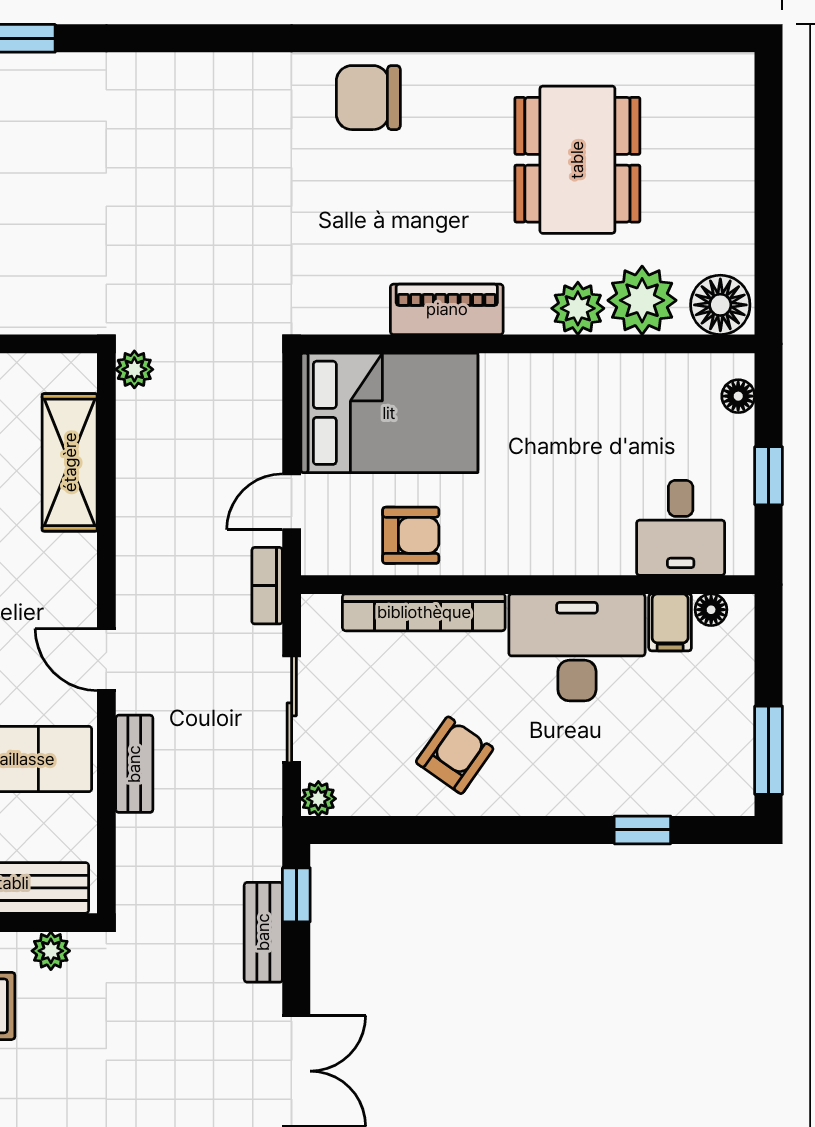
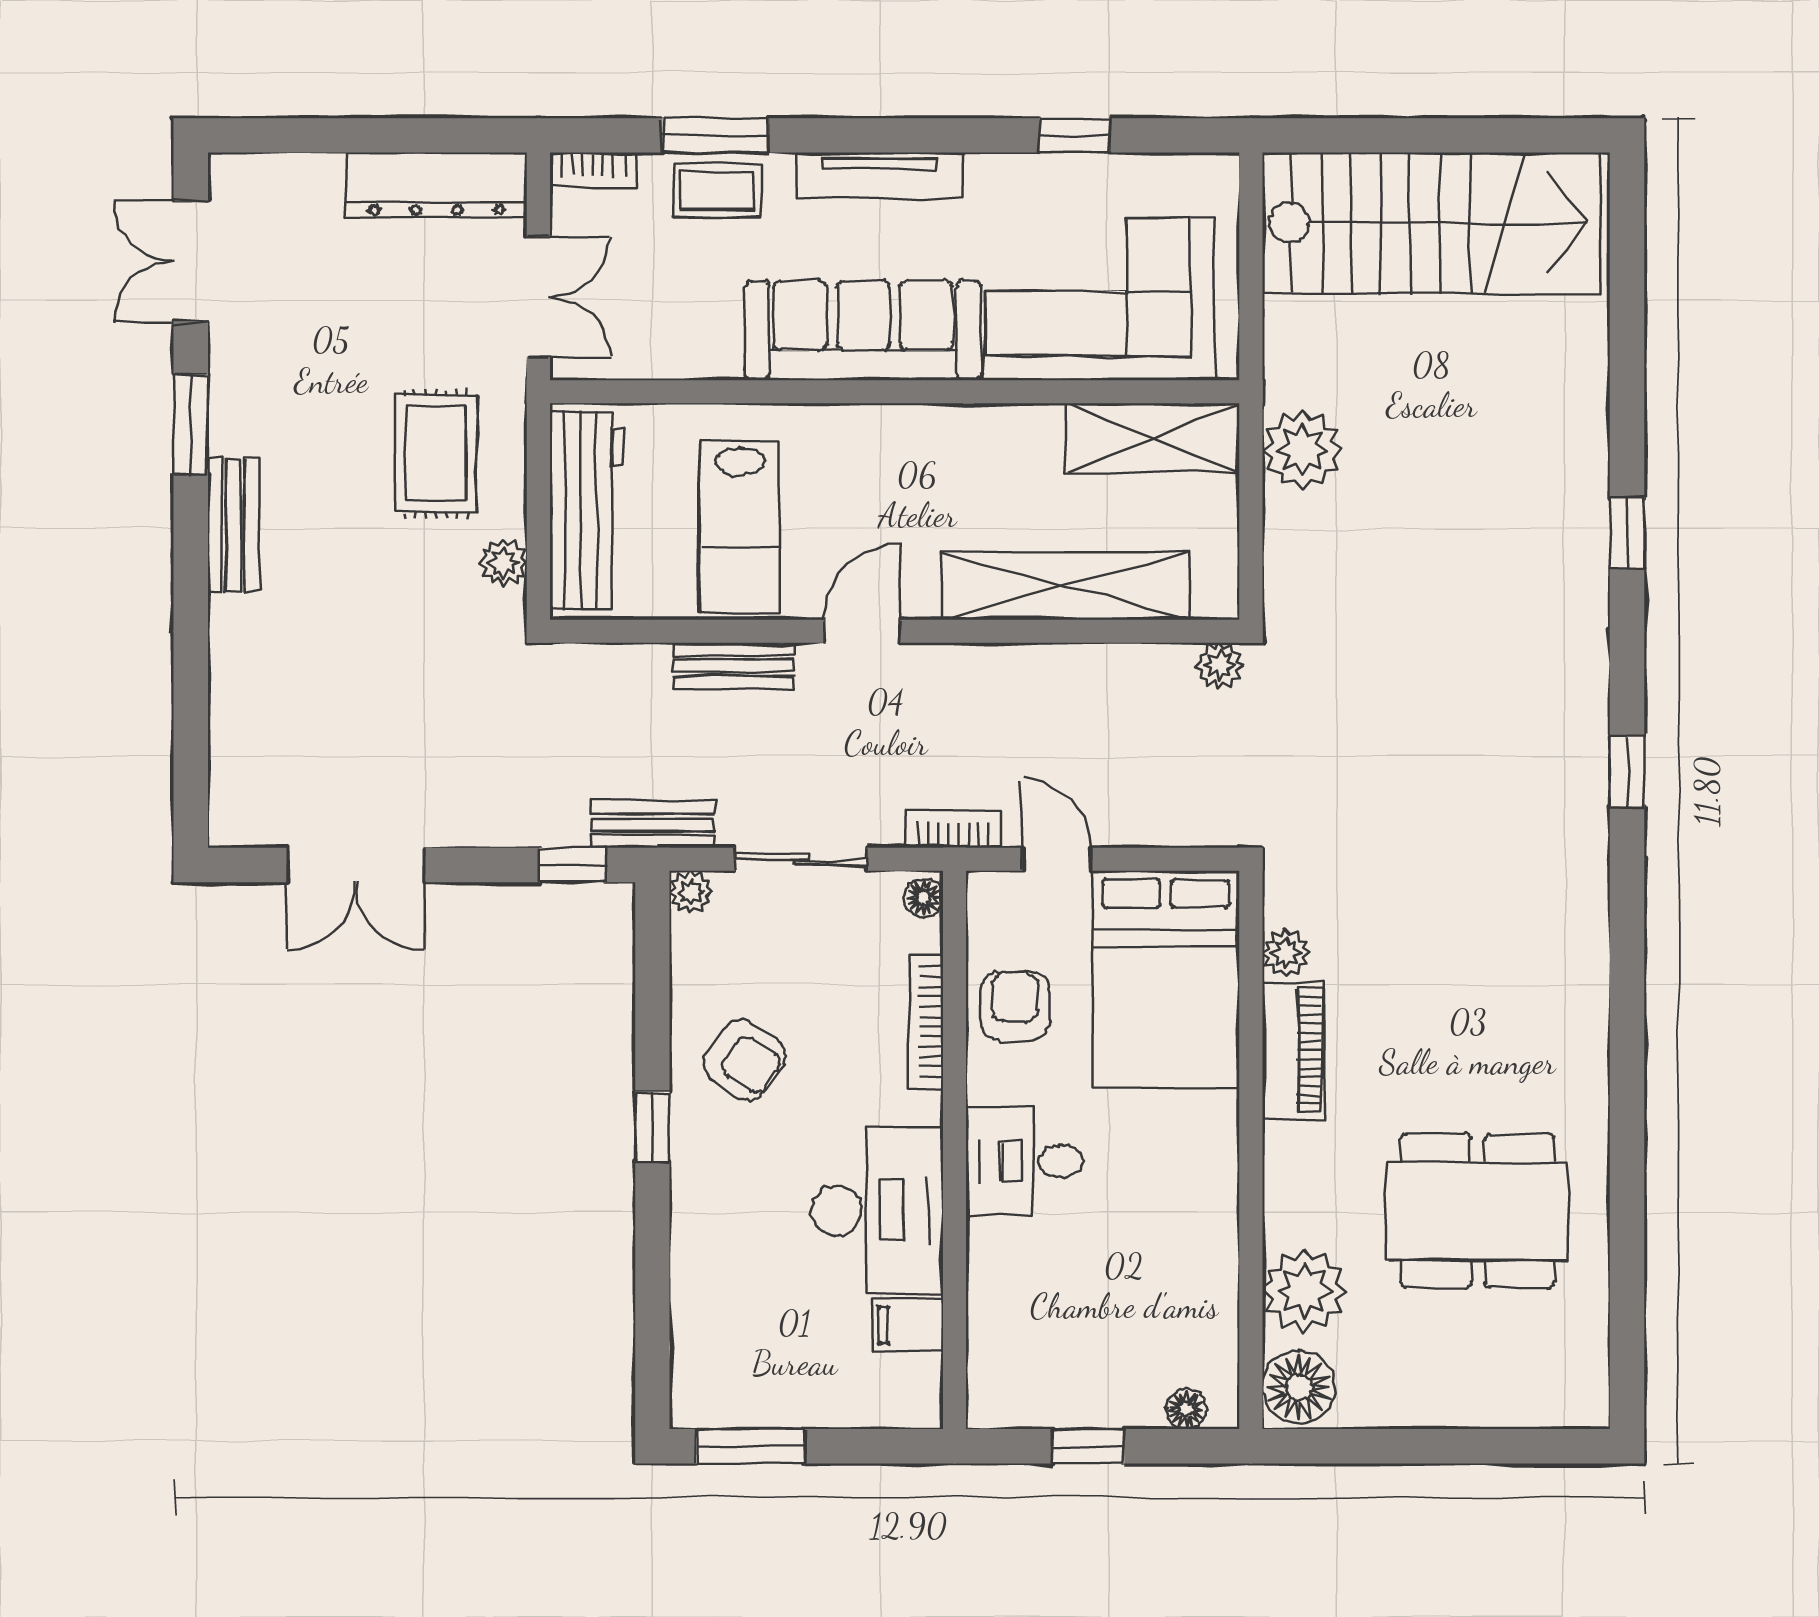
window: (220, 38) -> (1627, 771), added
chair: (368, 98) -> (1554, 954), removed
plant: (578, 308) -> (1286, 953), moved, width x0.73, depth x0.73
shelving: (70, 462) -> (1065, 586), width x1.47
desk: (681, 528) -> (1024, 1161), moved
armchair: (411, 535) -> (1015, 1006), turned 180
floor lamp: (711, 610) -> (924, 898), moved
bookcase: (424, 612) -> (926, 1022), width x0.68, depth x0.76
window: (642, 830) -> (652, 1127), moved
bench: (263, 932) -> (653, 824), moved

